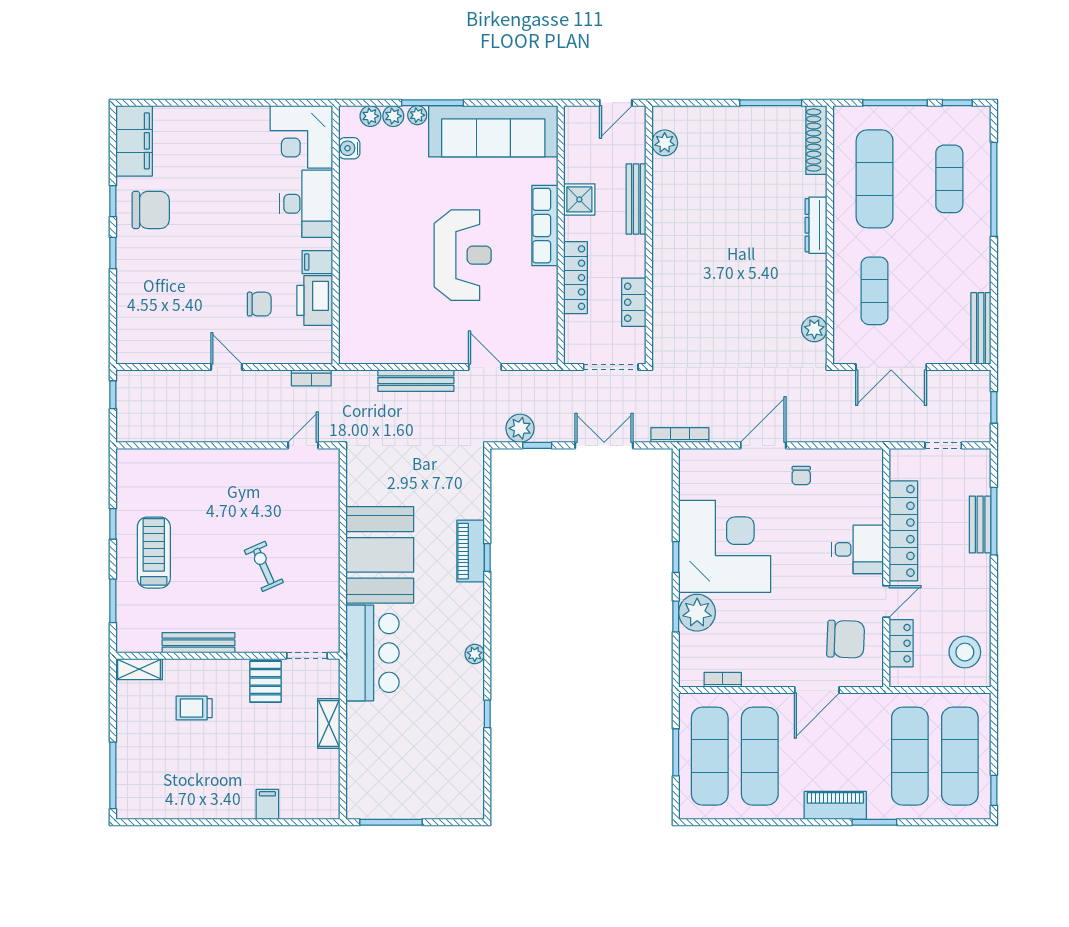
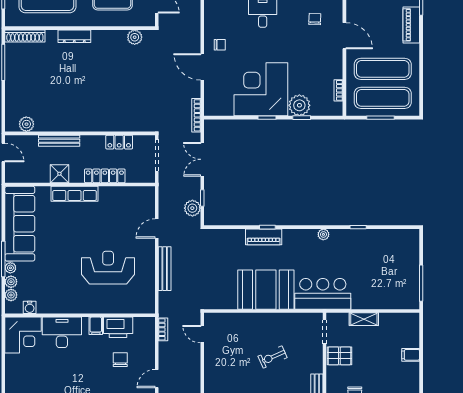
reception desk: (463, 255) -> (108, 268), moved
chair: (846, 639) -> (315, 19), width x0.54, depth x0.54

